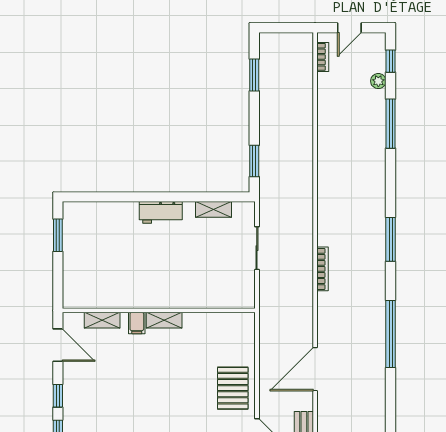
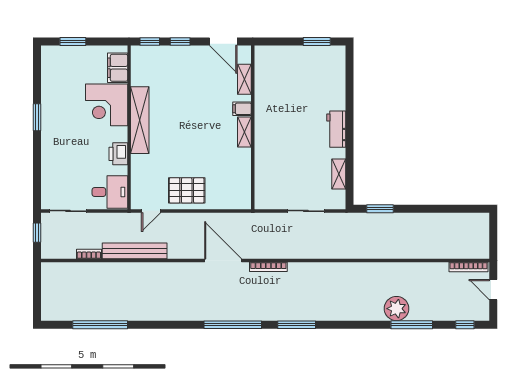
bookcase: (323, 57) -> (469, 267), width x1.56
window: (254, 75) -> (453, 209), removed
plant: (378, 81) -> (397, 309), moved, width x1.88, depth x1.88
window: (391, 239) -> (297, 325), moved
bookcase: (323, 269) -> (268, 267), moved
door: (58, 345) -> (223, 42), hinge flipped
door: (315, 369) -> (223, 260), moved

